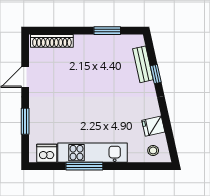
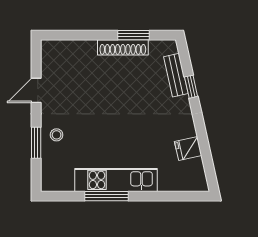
shoe rack: (52, 41) -> (123, 47), moved
stool: (153, 150) -> (57, 135), moved
dishwasher: (47, 153) -> (62, 181), removed

